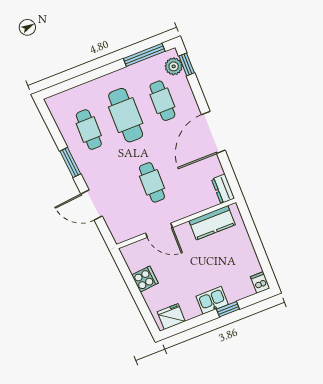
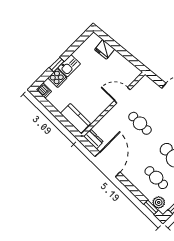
door: (213, 132) -> (108, 164), moved
kitchen counter: (212, 223) -> (75, 118), moved, turned 90
cooker: (145, 279) -> (57, 78), moved, turned -85
fridge: (171, 317) -> (105, 49), moved, turned 85

